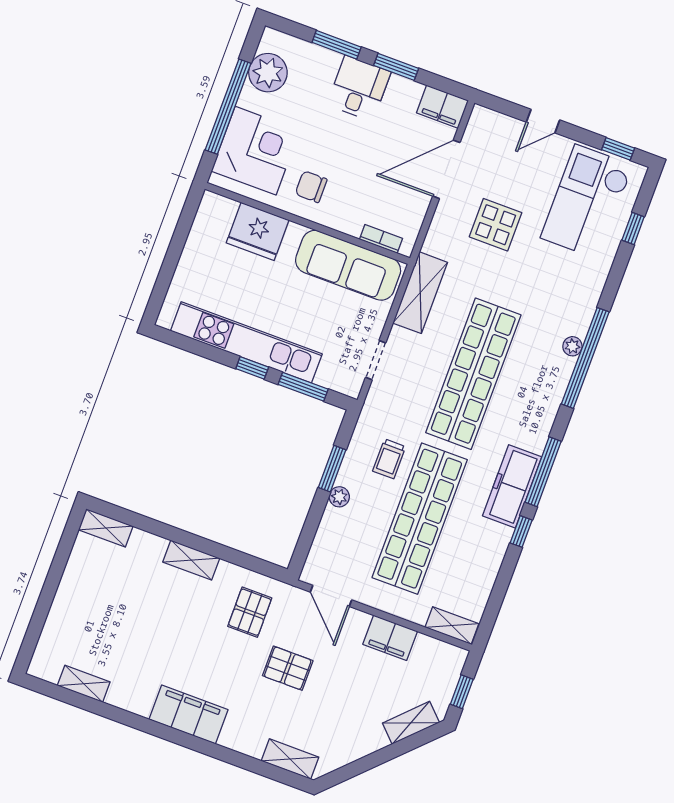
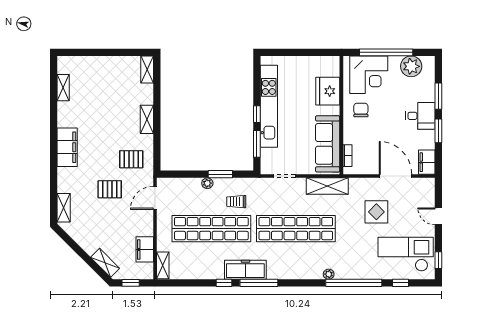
window: (585, 358) -> (354, 283), moved
filing cabinet: (390, 638) -> (145, 249), moved
pallet: (288, 668) -> (110, 189), turned 90

